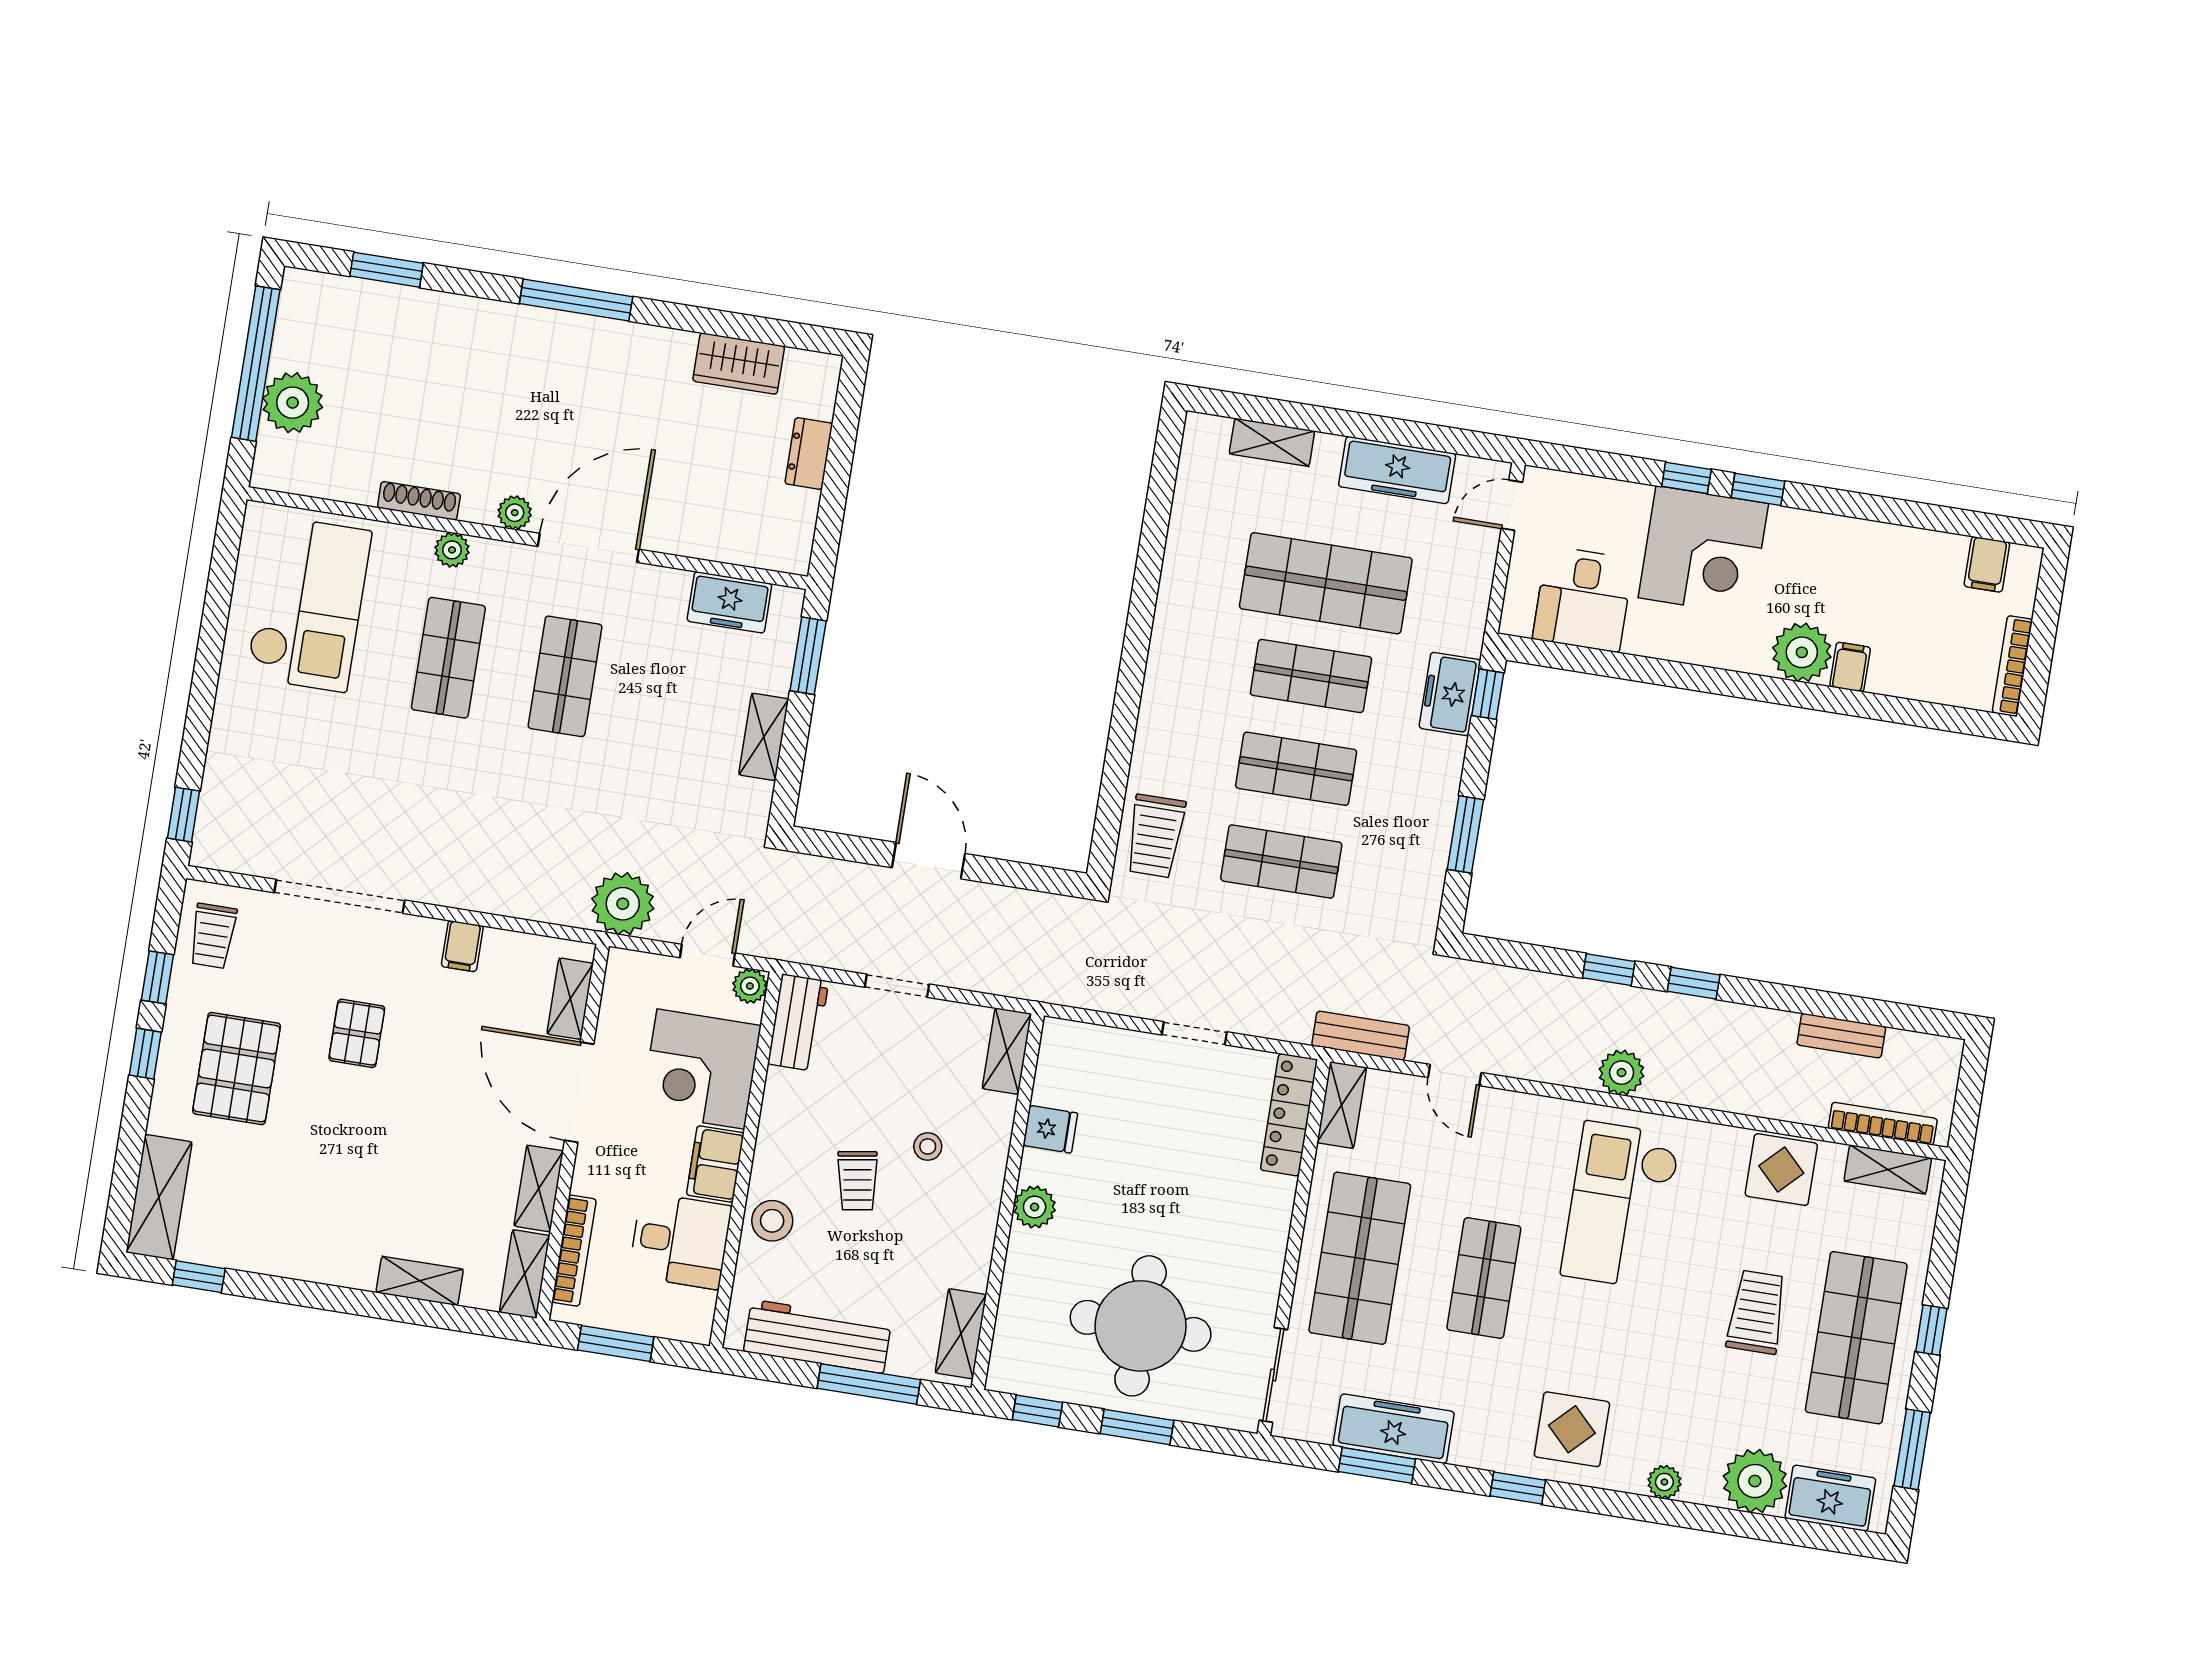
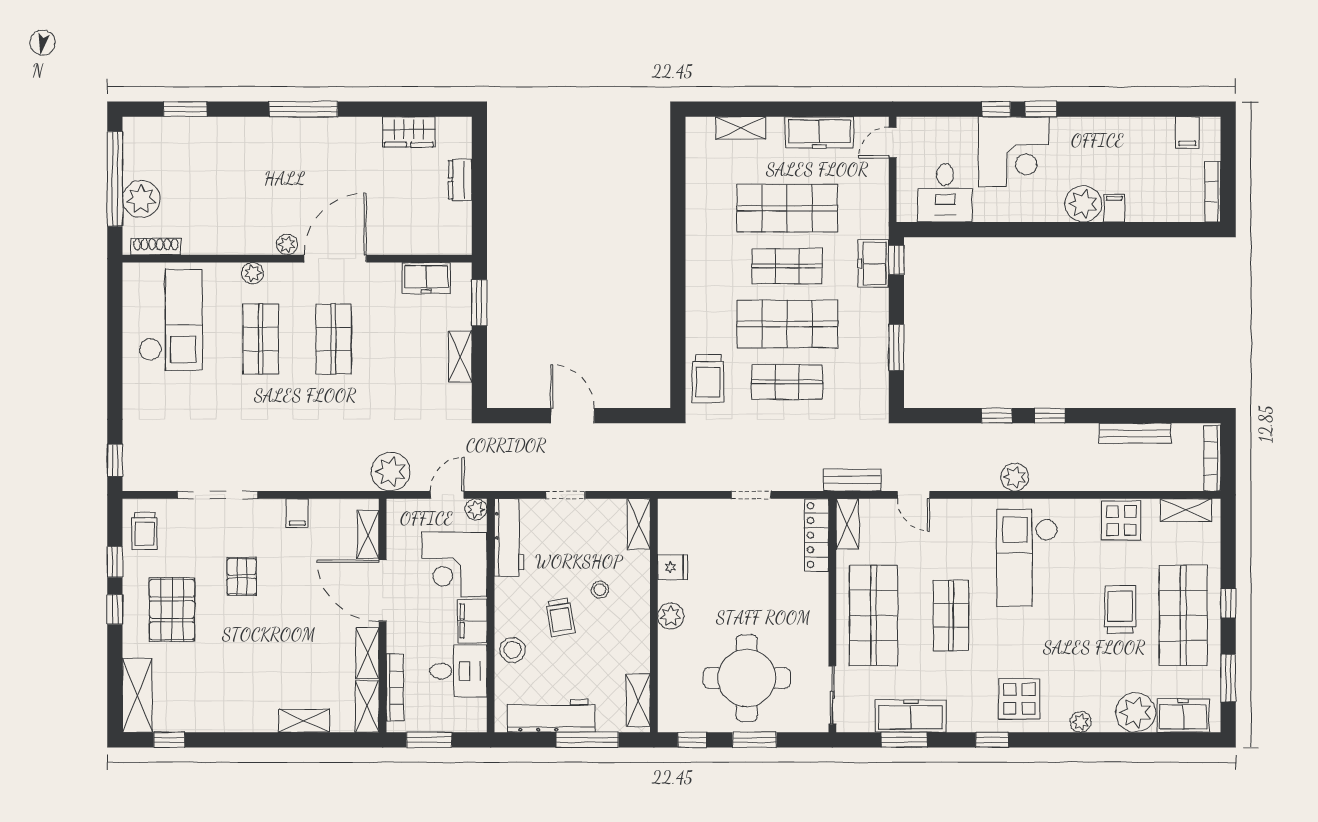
shoe rack: (419, 501) -> (156, 246), moved
shop shelf: (1296, 769) -> (787, 324), width x1.43, depth x1.36
workbench: (798, 1023) -> (509, 537), width x1.38
bench: (1841, 1036) -> (1135, 433), width x1.36
bookcase: (1883, 1124) -> (1212, 458), moved, turned -90

